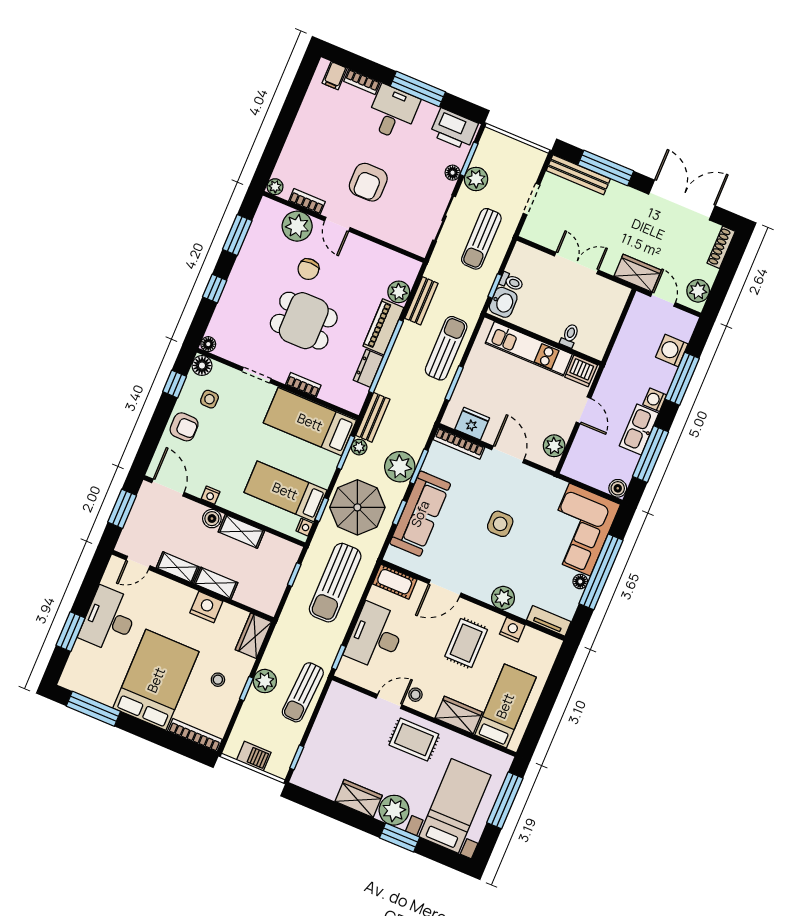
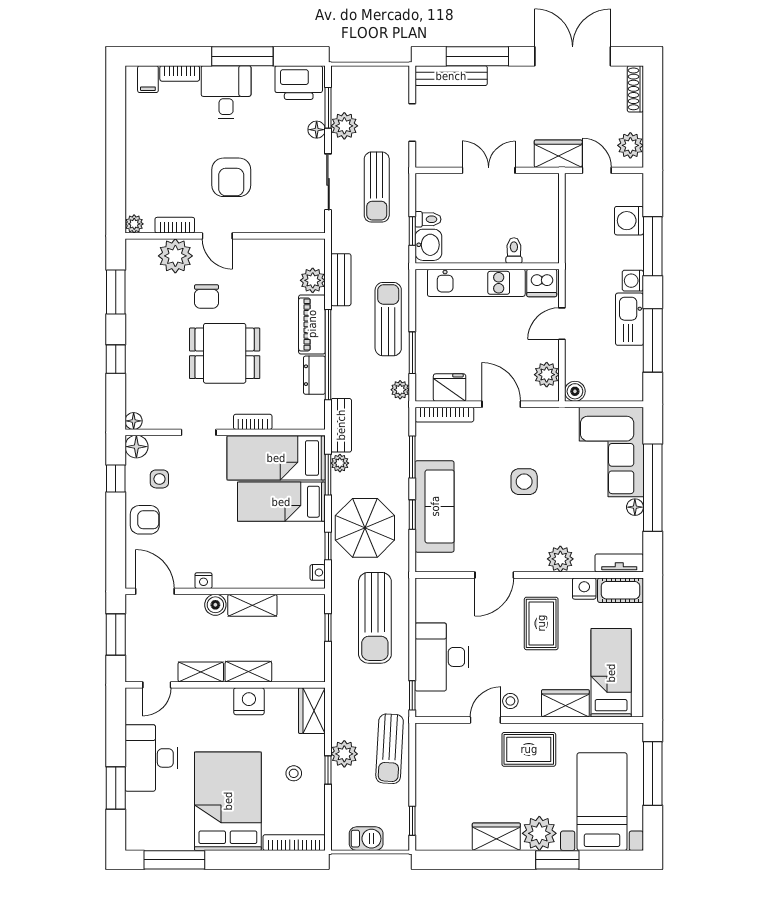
door: (584, 410) -> (562, 324), swing flipped
plant: (400, 467) -> (400, 390), moved, width x0.53, depth x0.53
boiler: (618, 488) -> (575, 391), moved
bed: (285, 491) -> (281, 502), moved
cot: (395, 582) -> (621, 590), moved

